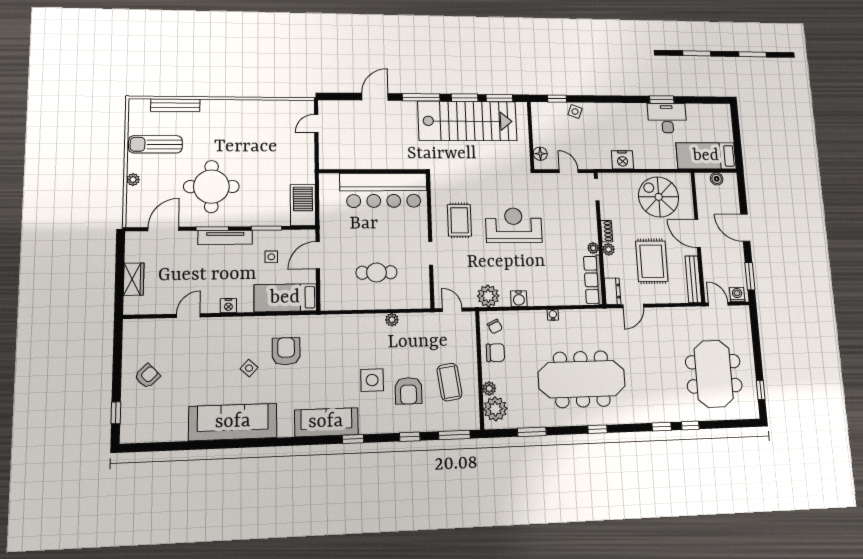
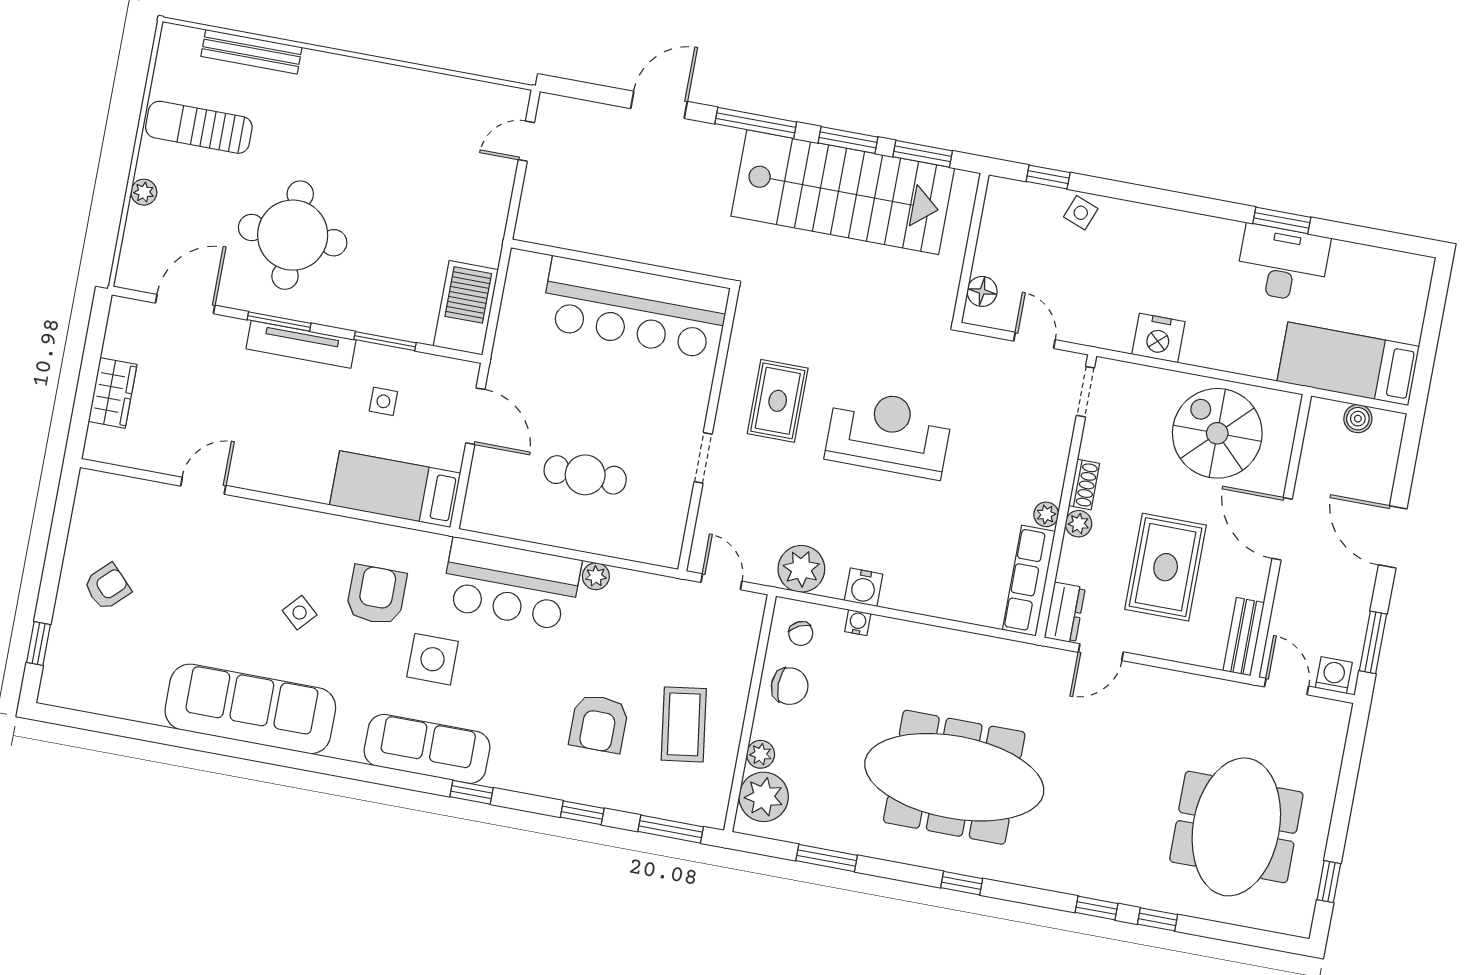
door: (318, 255) -> (475, 416), swing flipped
bench: (693, 279) -> (1244, 637), width x0.73
nightstand: (228, 306) -> (283, 482), removed
water cooler: (553, 315) -> (858, 623), moved
bar counter: (352, 332) -> (511, 584), added
side table: (372, 380) -> (433, 659), moved

